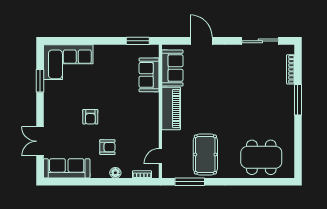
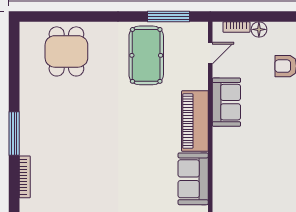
sofa: (149, 75) -> (226, 102), moved
dining table: (261, 157) -> (66, 51), width x0.73
floor lamp: (115, 173) -> (259, 29), moved

